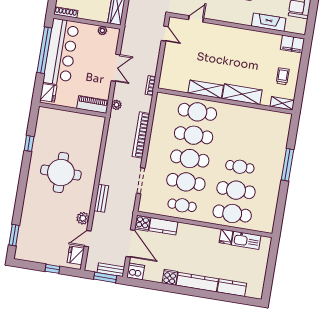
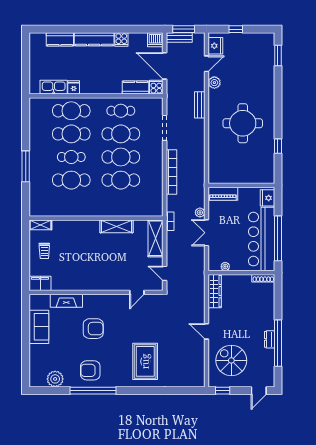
shelving: (242, 94) -> (155, 238), moved, turned 90
plant: (116, 105) -> (200, 212), moved
cafe table: (197, 112) -> (71, 180), moved

